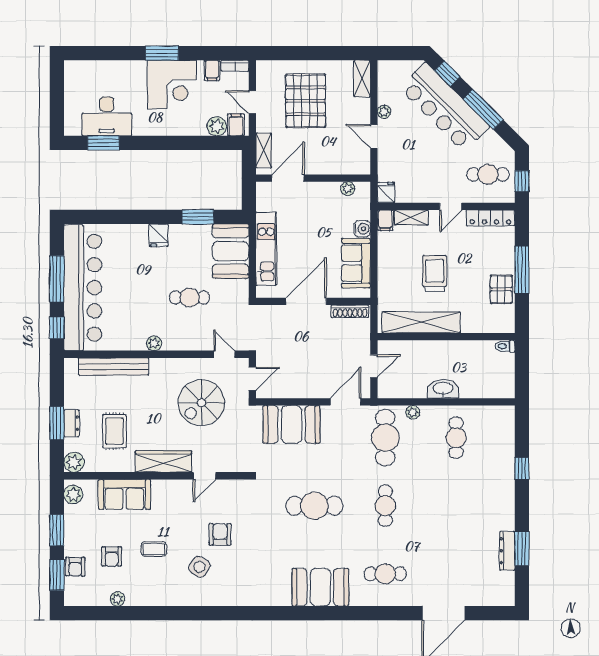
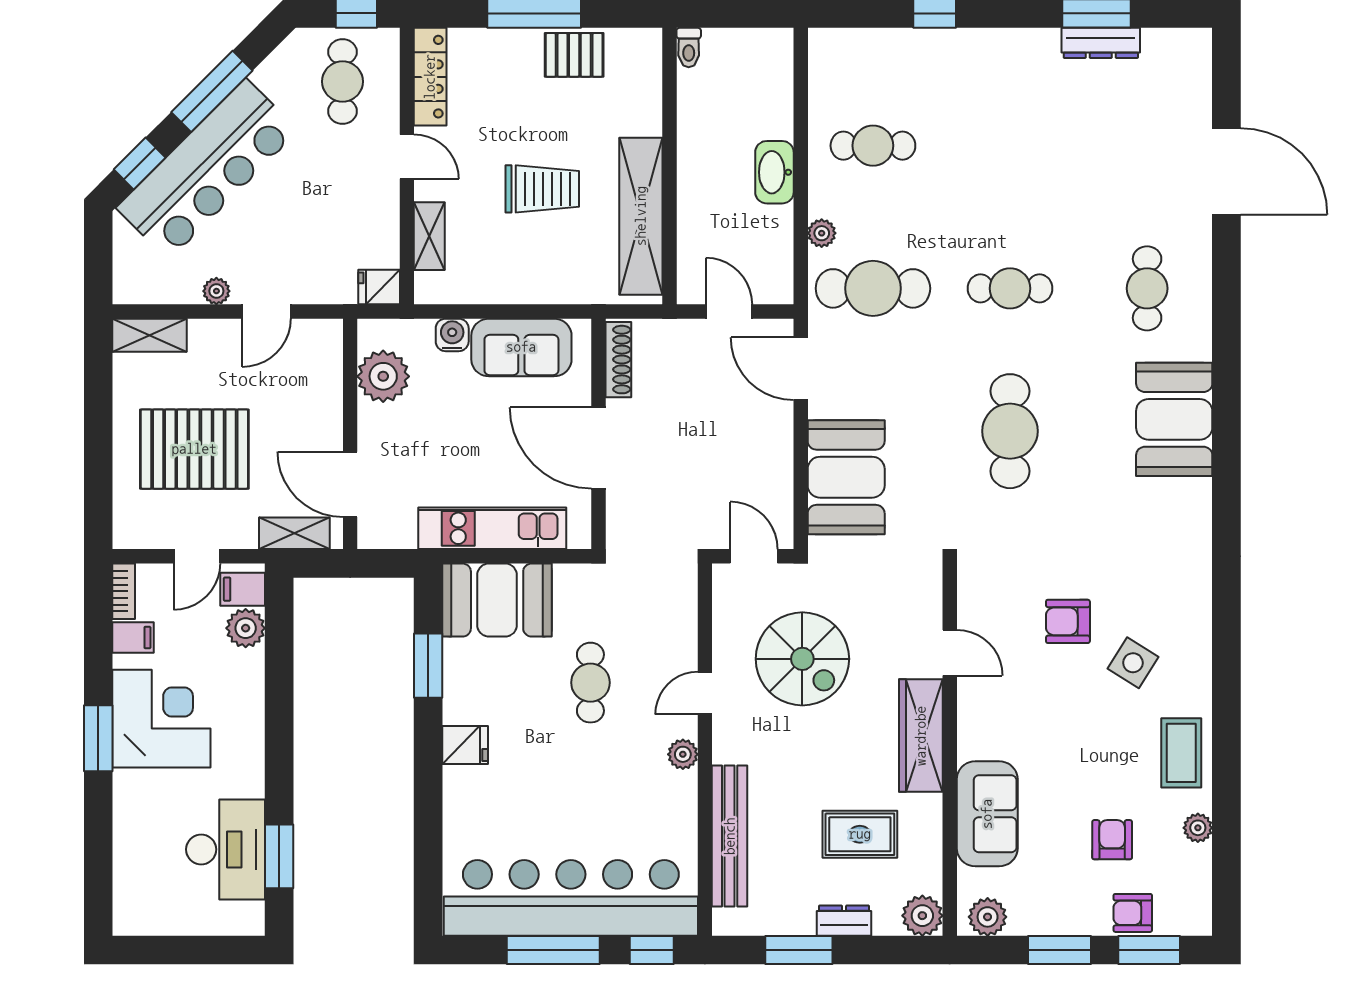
plant: (348, 189) -> (383, 376), width x1.87, depth x1.87
filing cabinet: (385, 220) -> (435, 289), removed
trolley: (435, 273) -> (542, 189), turned 180
door: (224, 354) -> (705, 693), moved
window: (57, 423) -> (799, 950), moved
coffee table: (154, 549) -> (1181, 753), moved, width x1.36, depth x1.30
armchair: (112, 556) -> (1112, 840), turned -90
armchair: (75, 567) -> (1133, 913), turned 180

